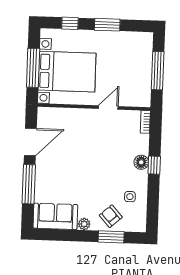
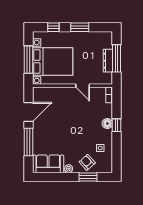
dresser: (145, 73) -> (108, 61), added
door: (108, 107) -> (83, 86), swing flipped

